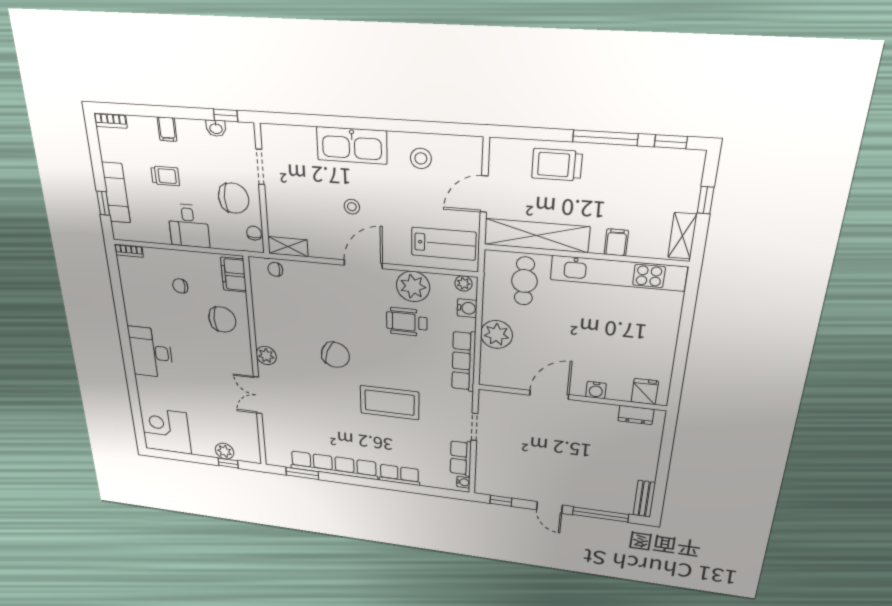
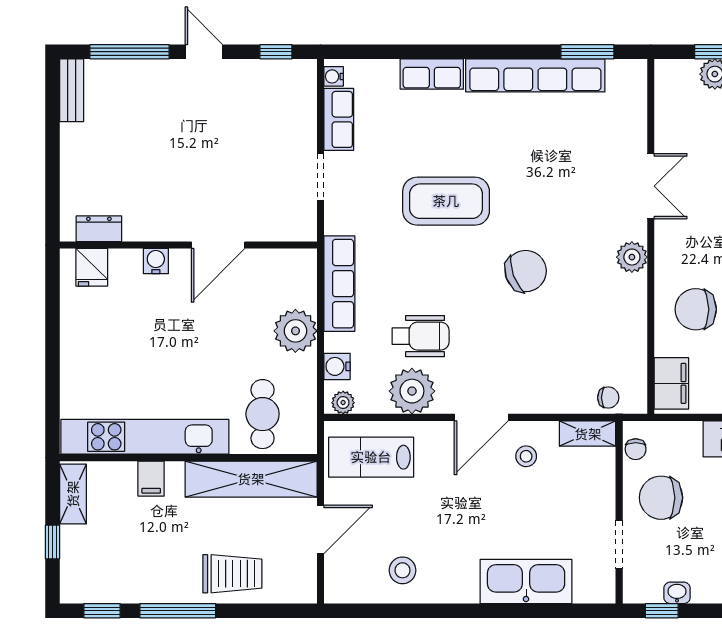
kitchen sink: (352, 145) -> (526, 581), moved
stool: (352, 207) -> (526, 456), moved
chair: (335, 355) -> (526, 271), turned 140

